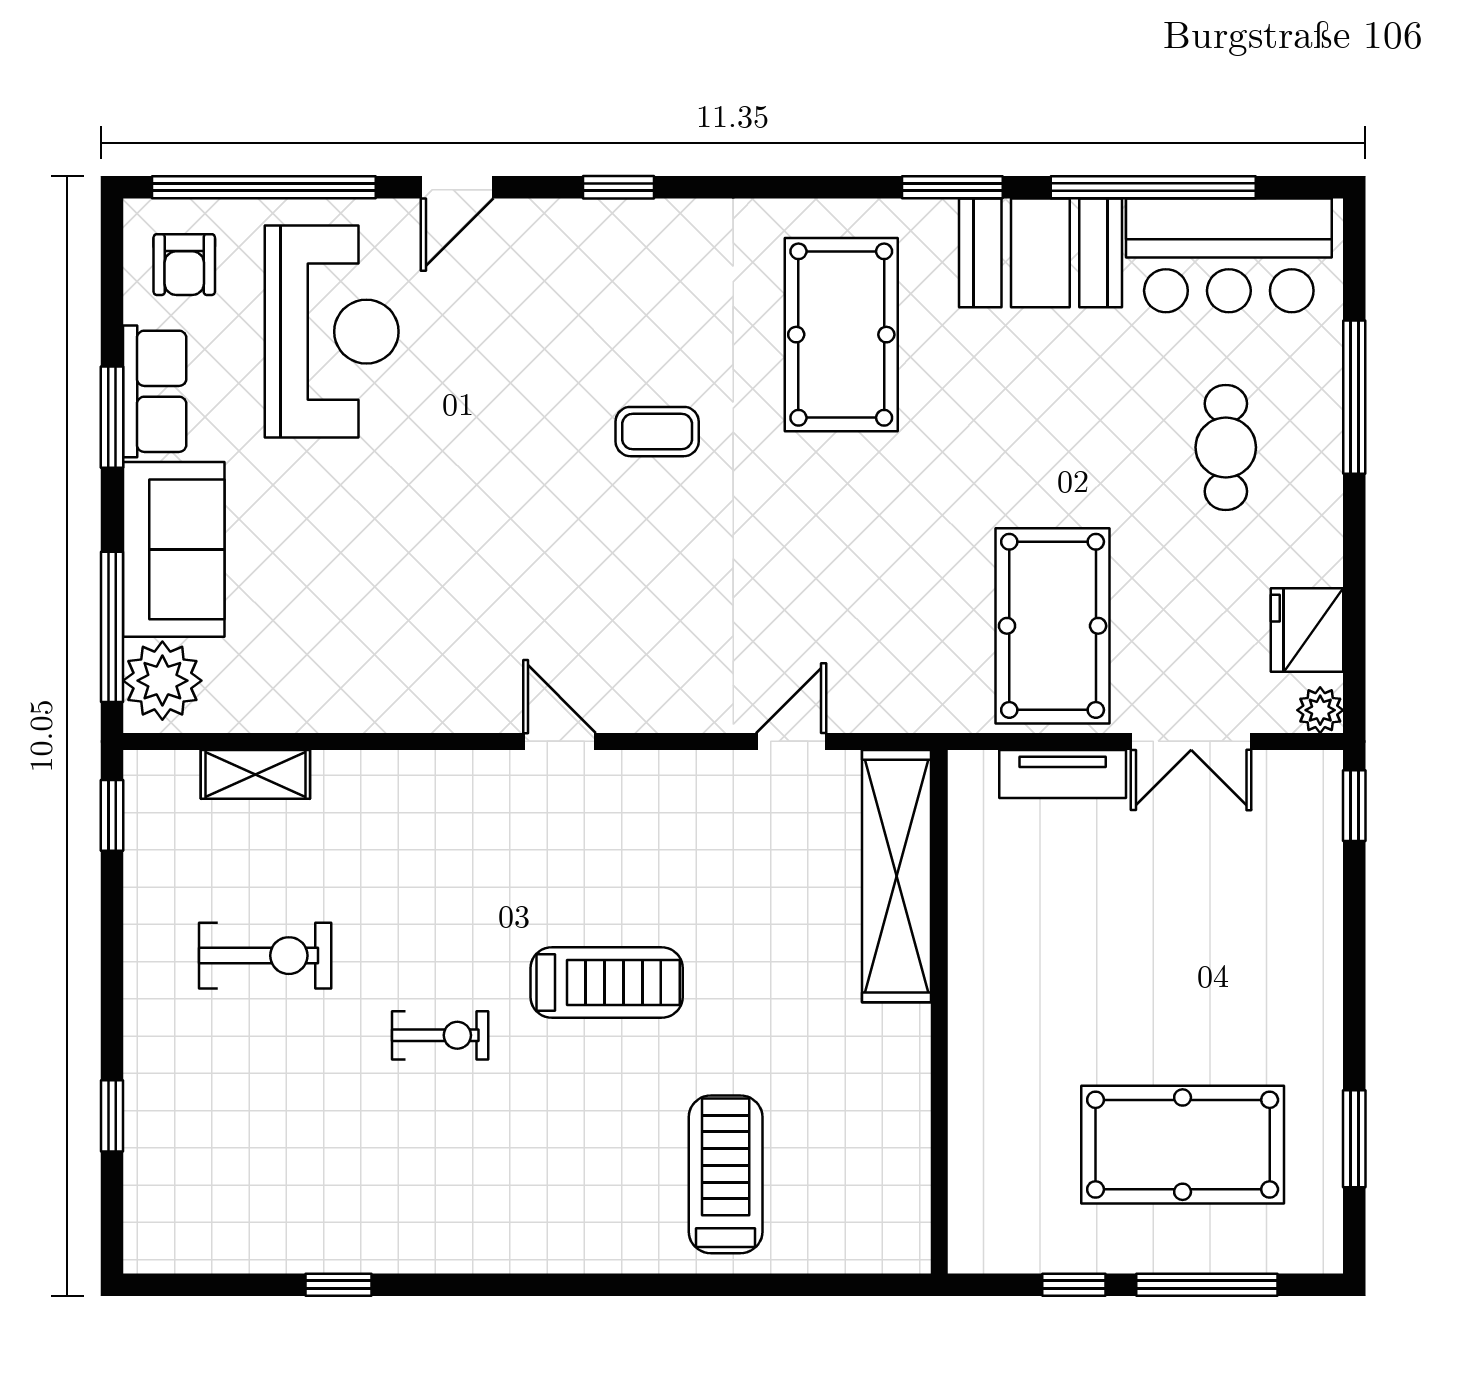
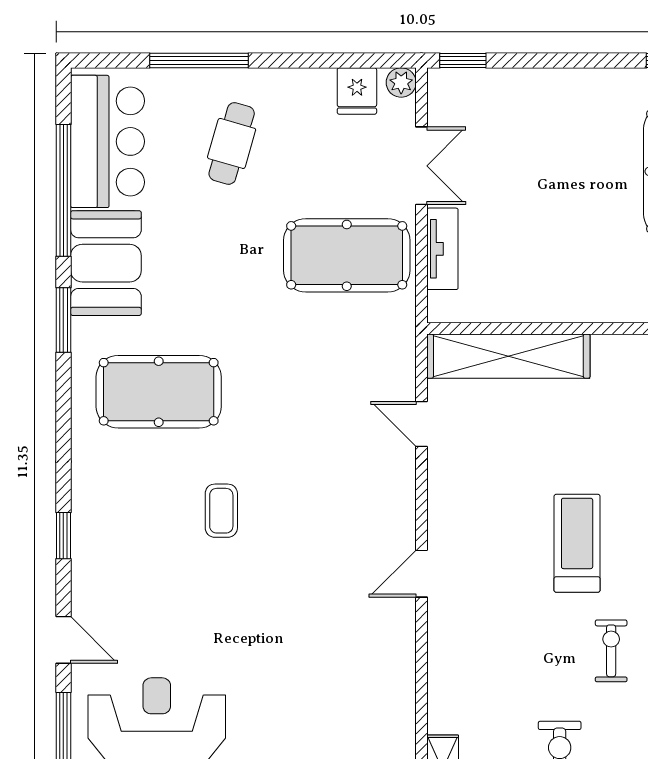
cafe table: (1226, 447) -> (232, 143), turned -74
fridge: (1307, 630) -> (357, 91), width x0.72

